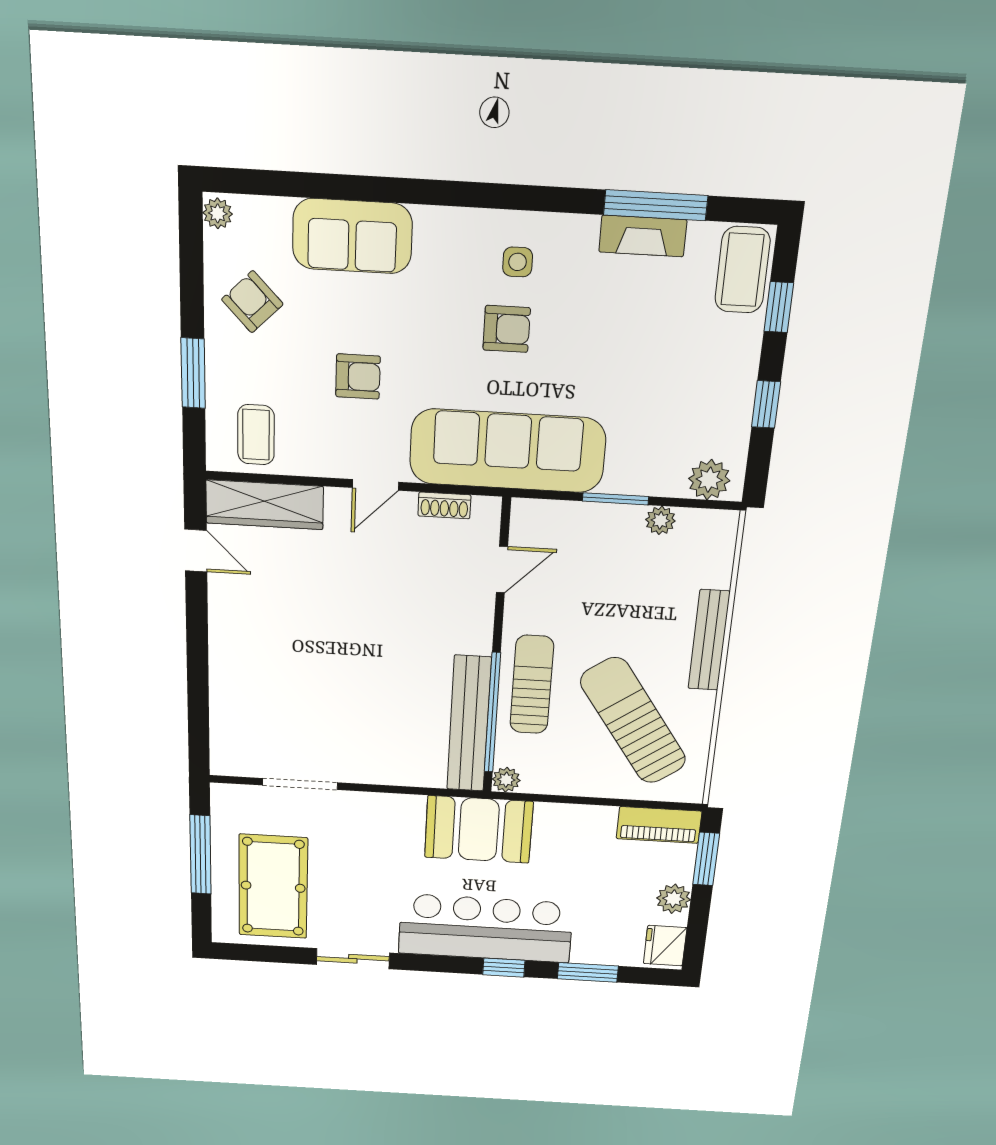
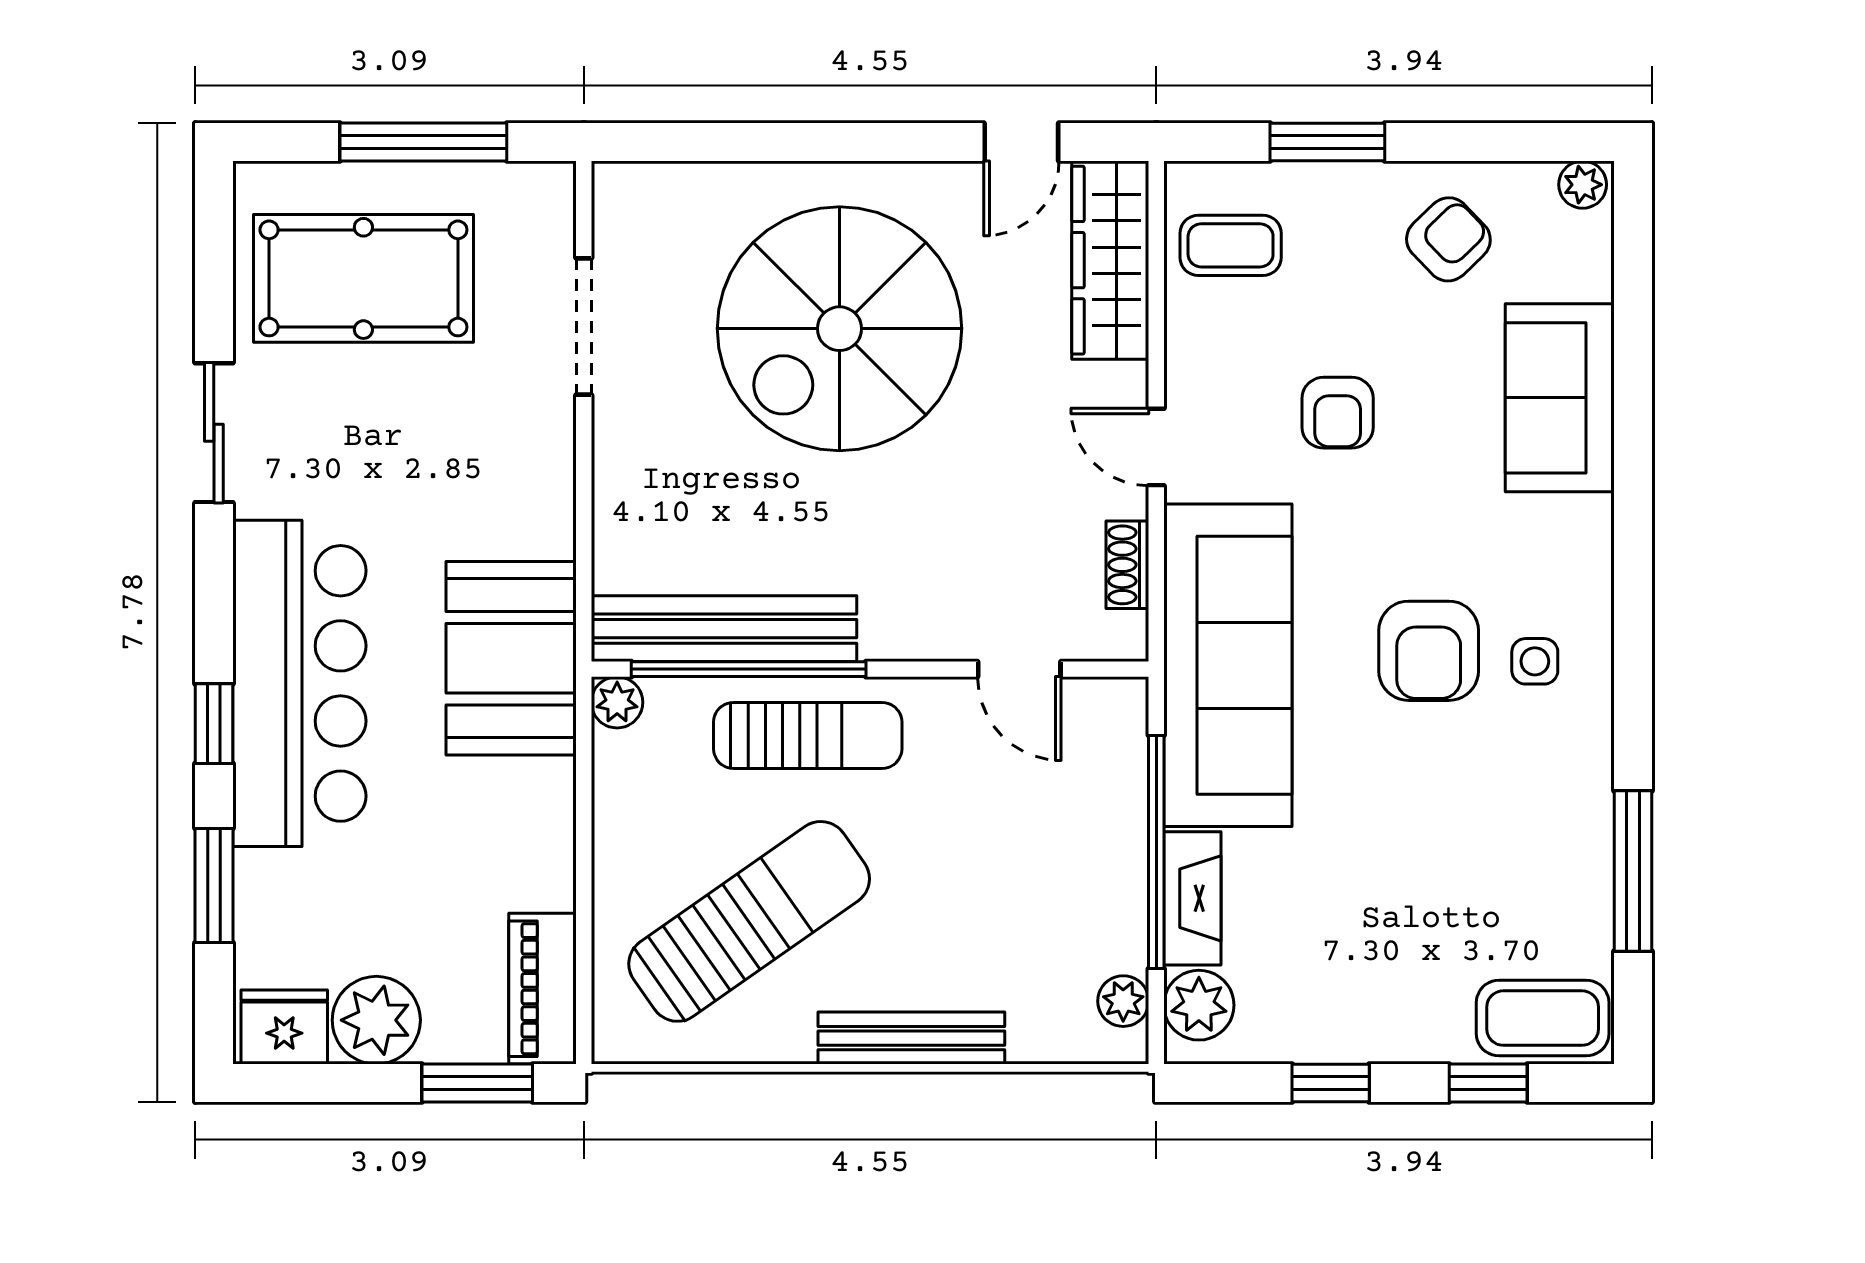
fireplace: (643, 236) -> (1192, 898), moved, turned 180
armchair: (507, 329) -> (1429, 651), width x1.38, depth x1.38
window: (615, 499) -> (1156, 852), width x2.11
plant: (660, 520) -> (1123, 1001), moved
spiral stairs: (303, 655) -> (840, 329), added
plant: (673, 899) -> (376, 1020), width x1.36, depth x1.36

